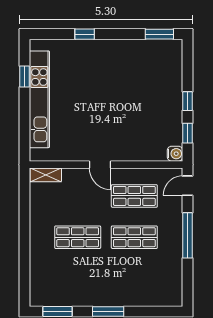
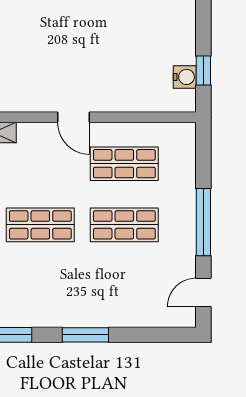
window: (188, 101) -> (203, 23), removed
water cooler: (175, 154) -> (185, 77), moved
door: (188, 186) -> (203, 293), moved

